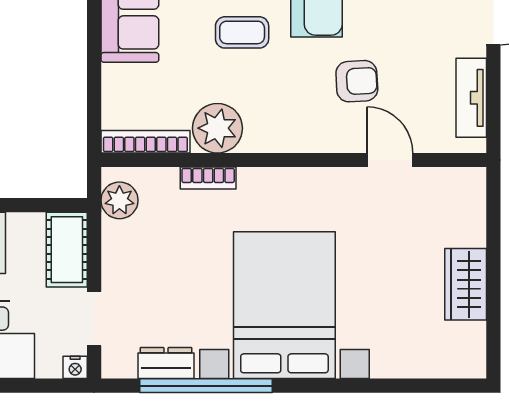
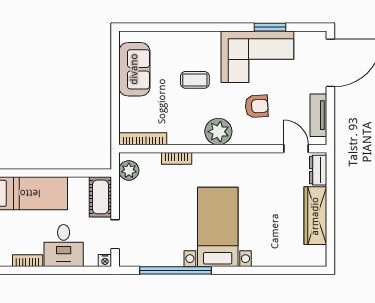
plant: (217, 128) -> (218, 132), moved
door: (390, 160) -> (296, 149), moved
wardrobe: (466, 284) -> (315, 216), width x1.50
bed with nightstands: (284, 305) -> (218, 227), width x0.73
dresser: (166, 363) -> (318, 170), moved, turned -90

